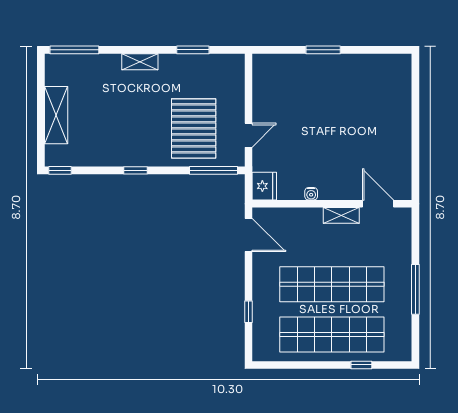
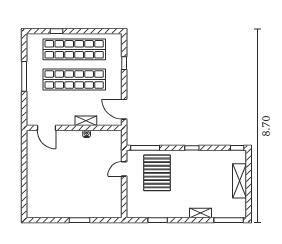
shelving: (140, 62) -> (201, 213), moved
fridge: (264, 186) -> (115, 138), removed
shelving: (341, 215) -> (86, 121), moved

